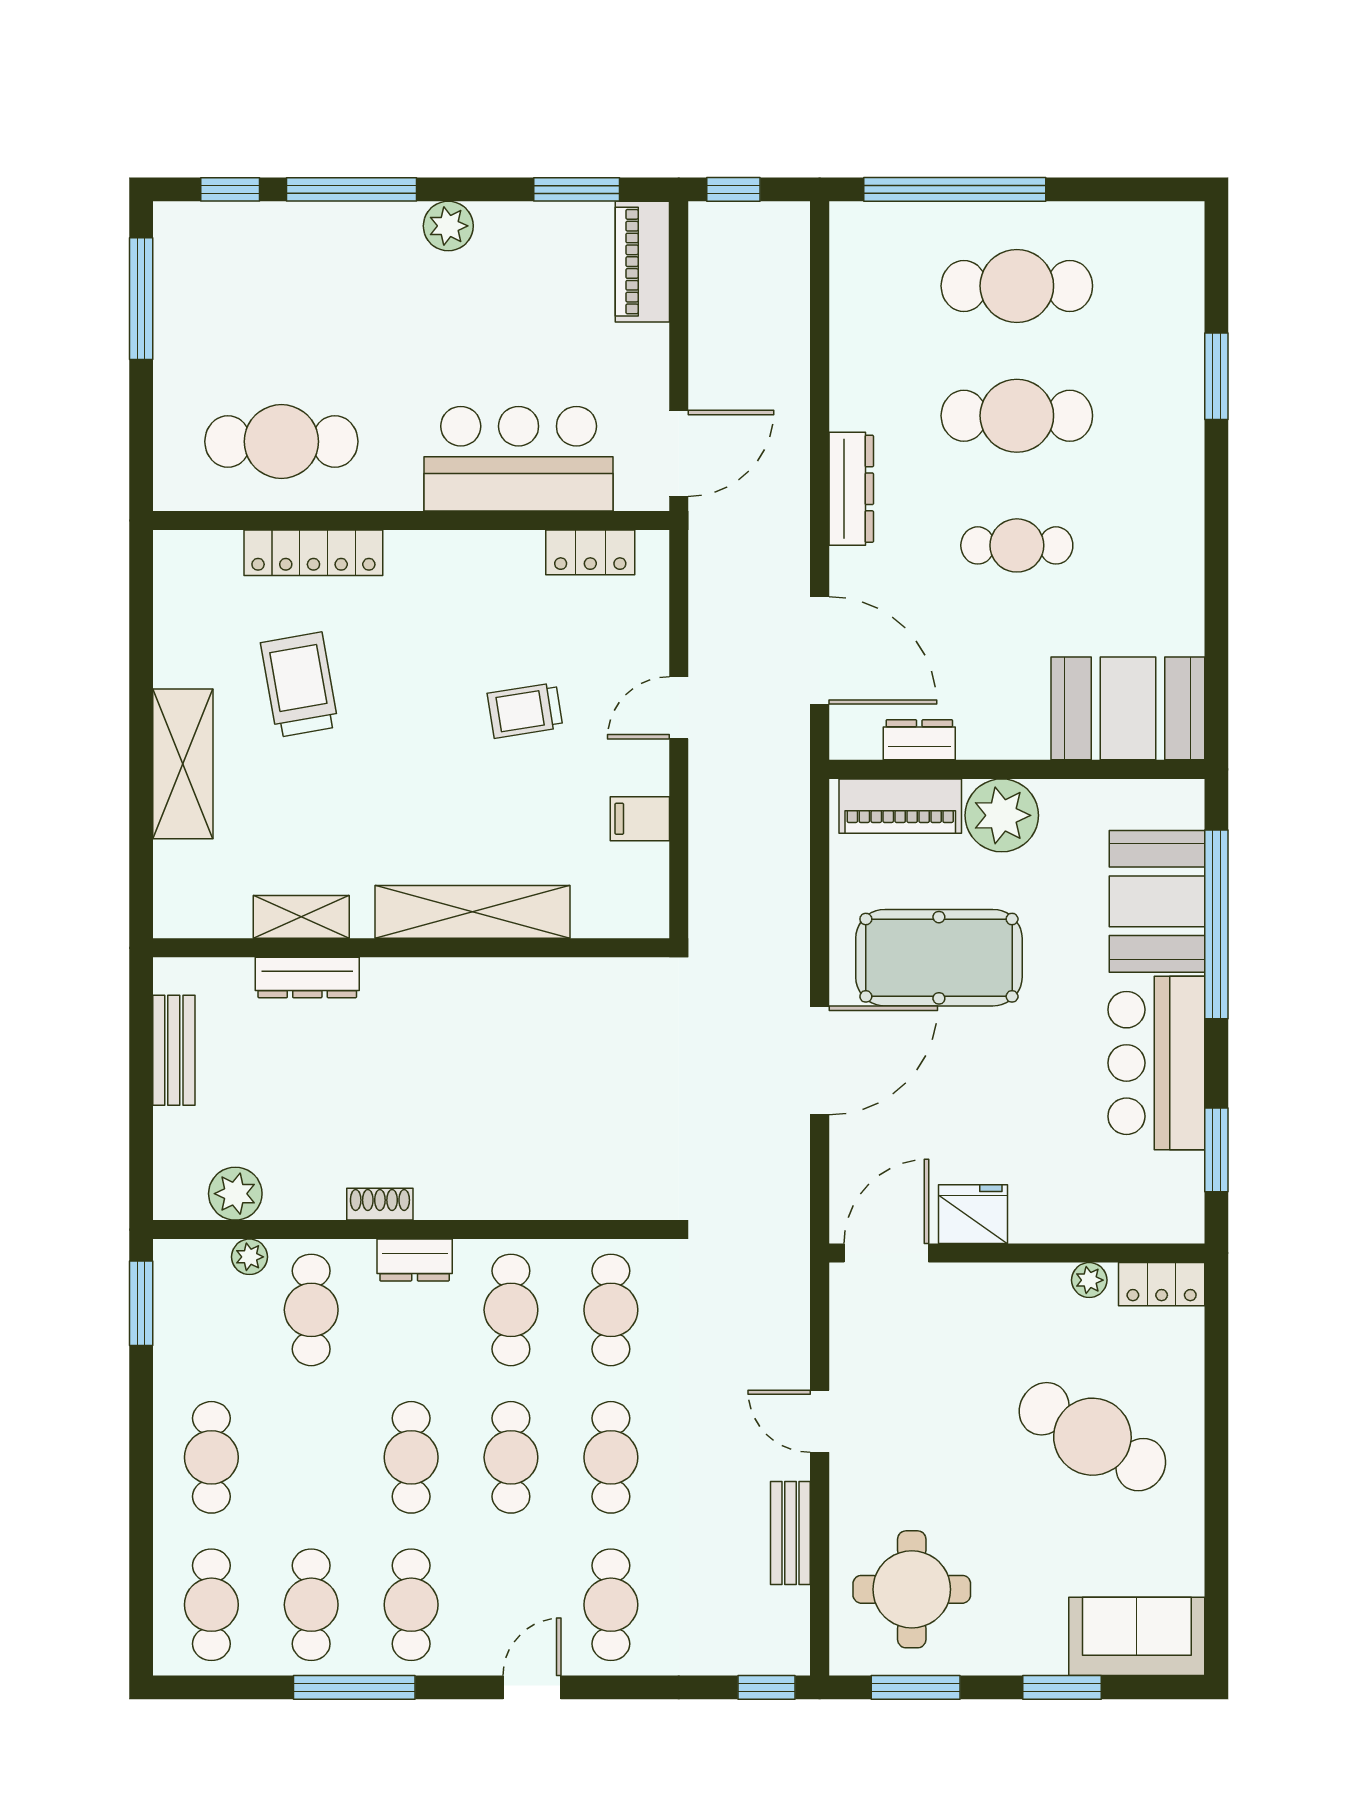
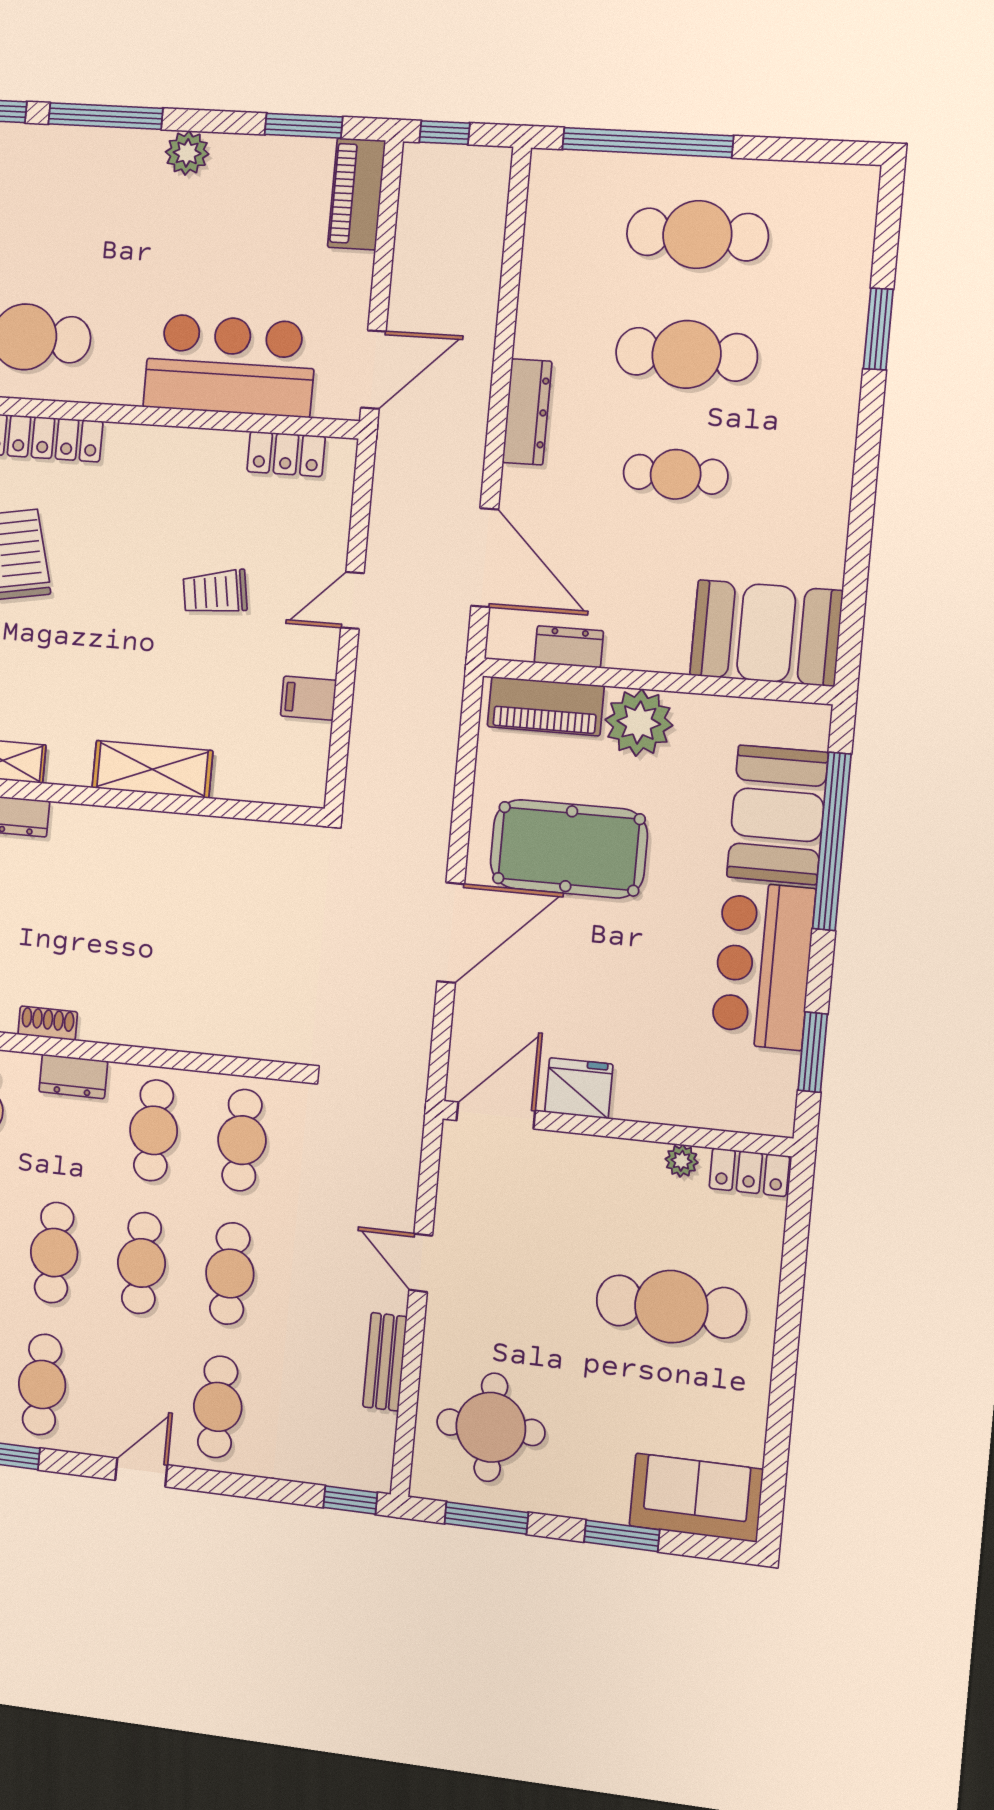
shelving: (472, 912) -> (152, 769), width x0.68
cafe table: (1092, 1437) -> (671, 1307), turned -30

